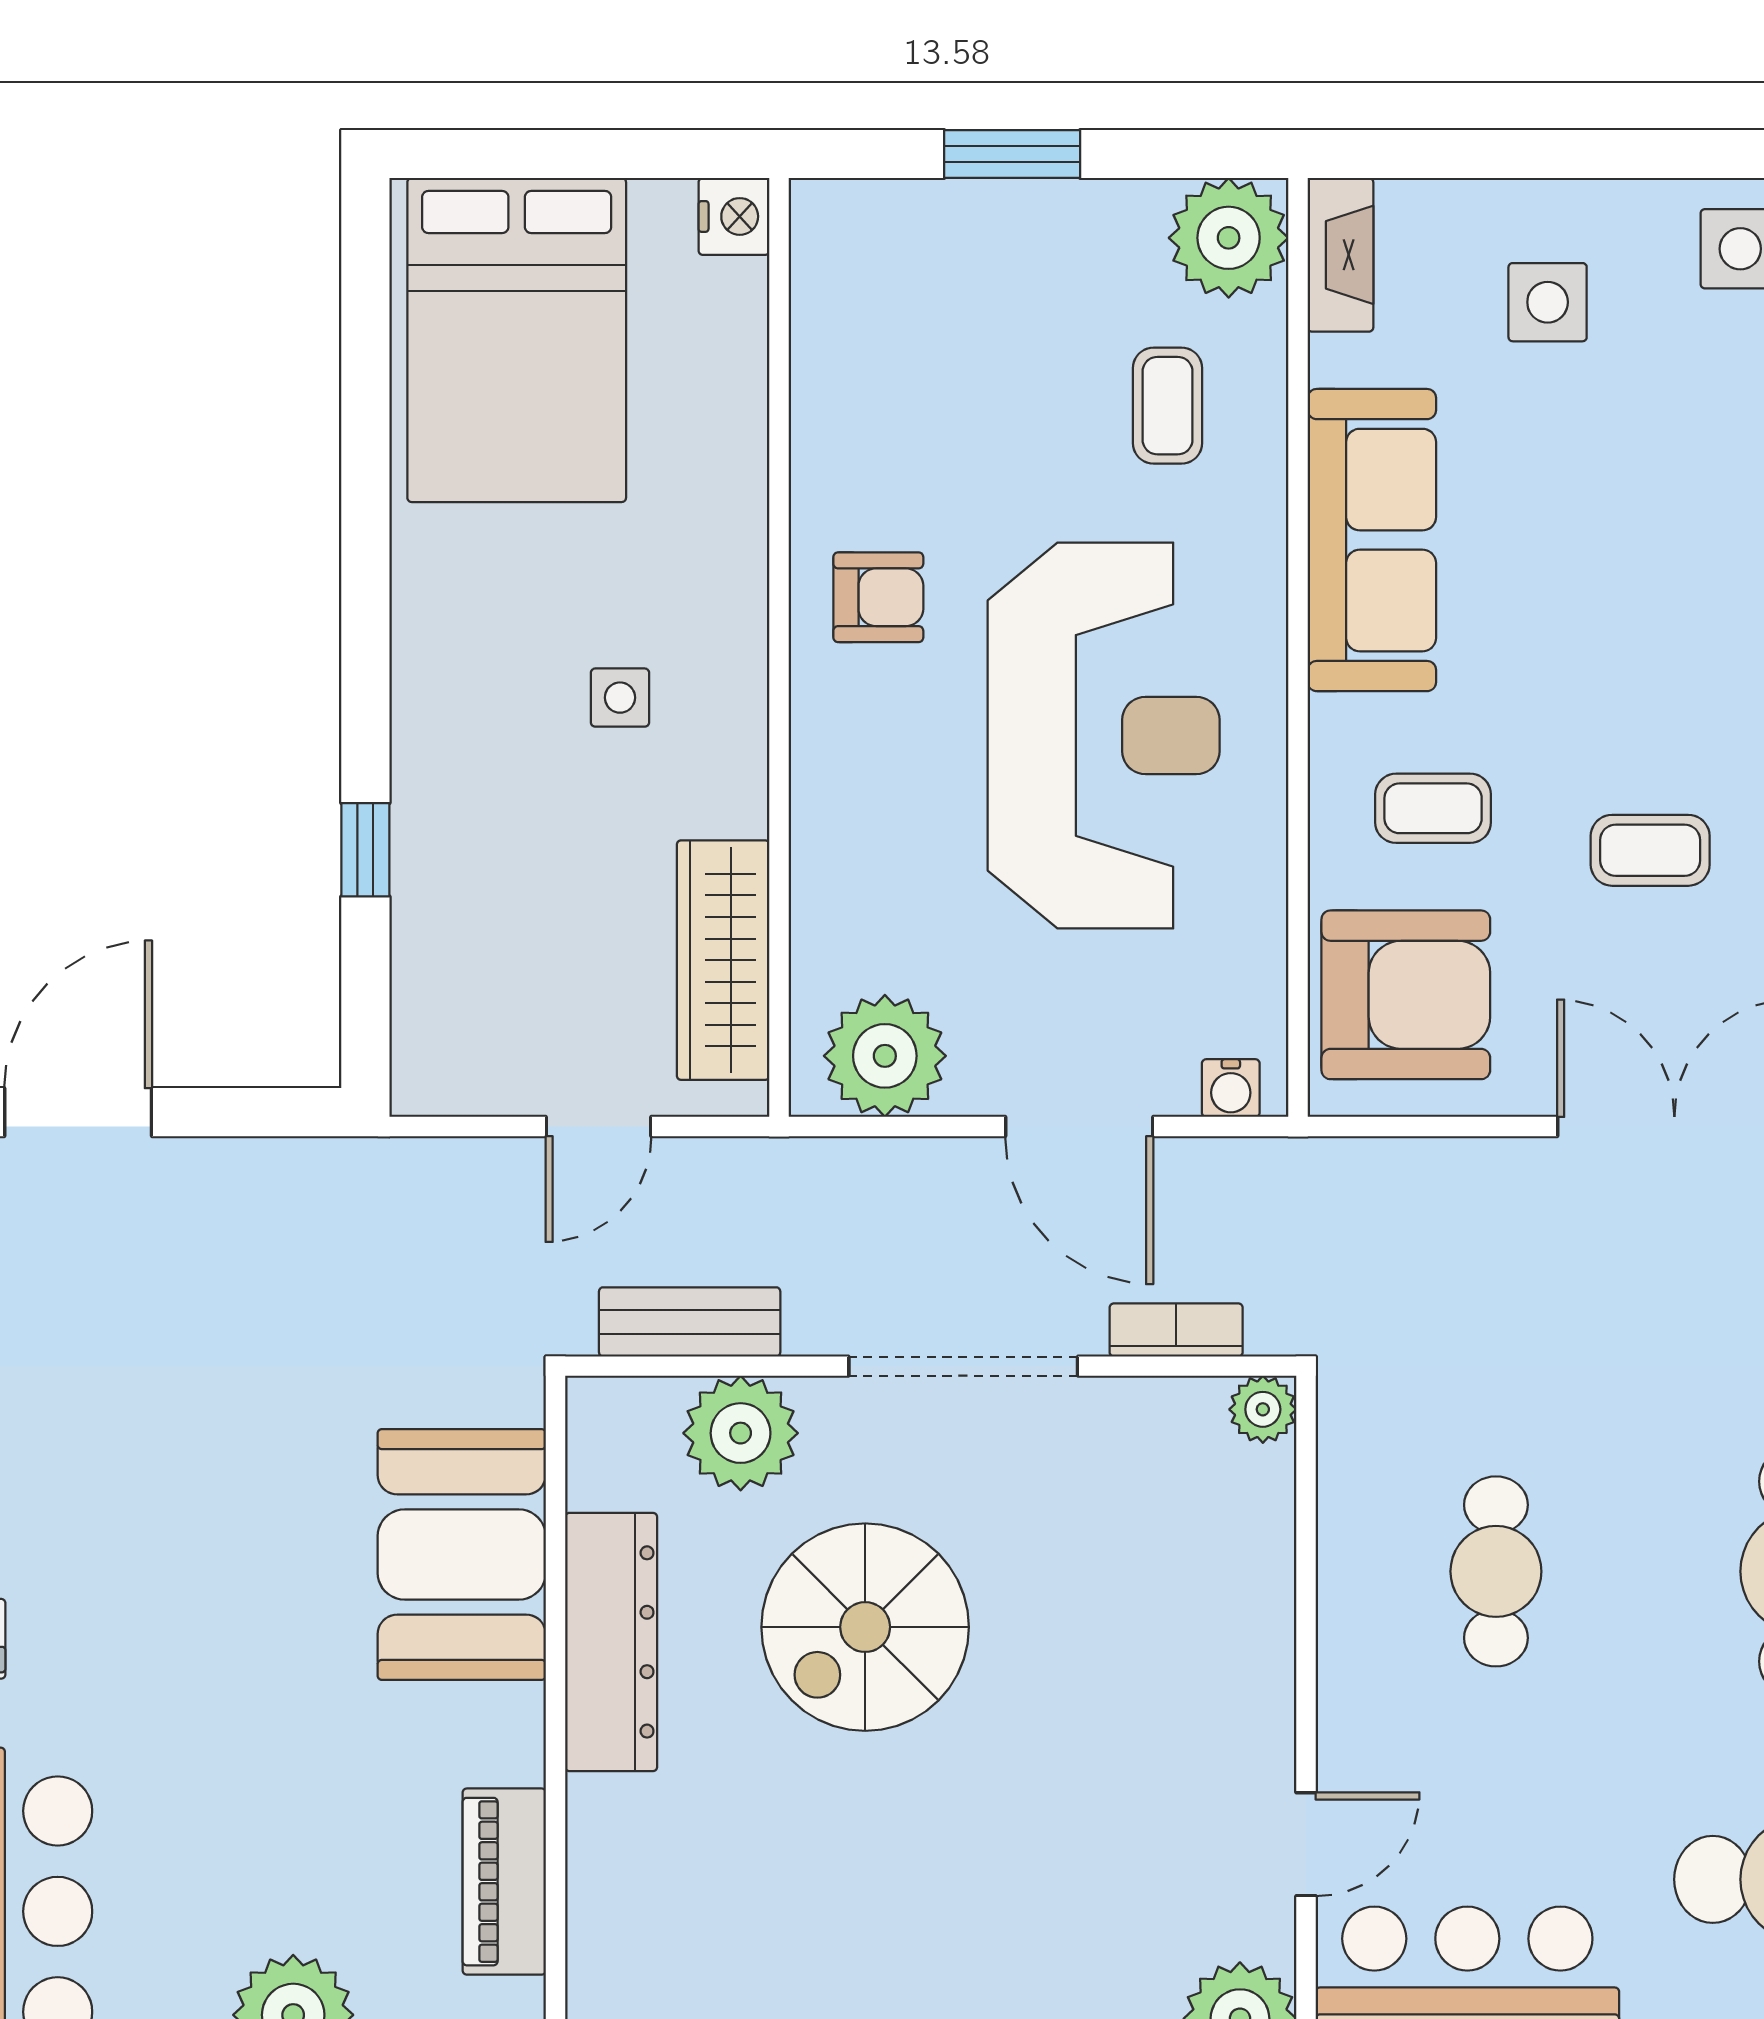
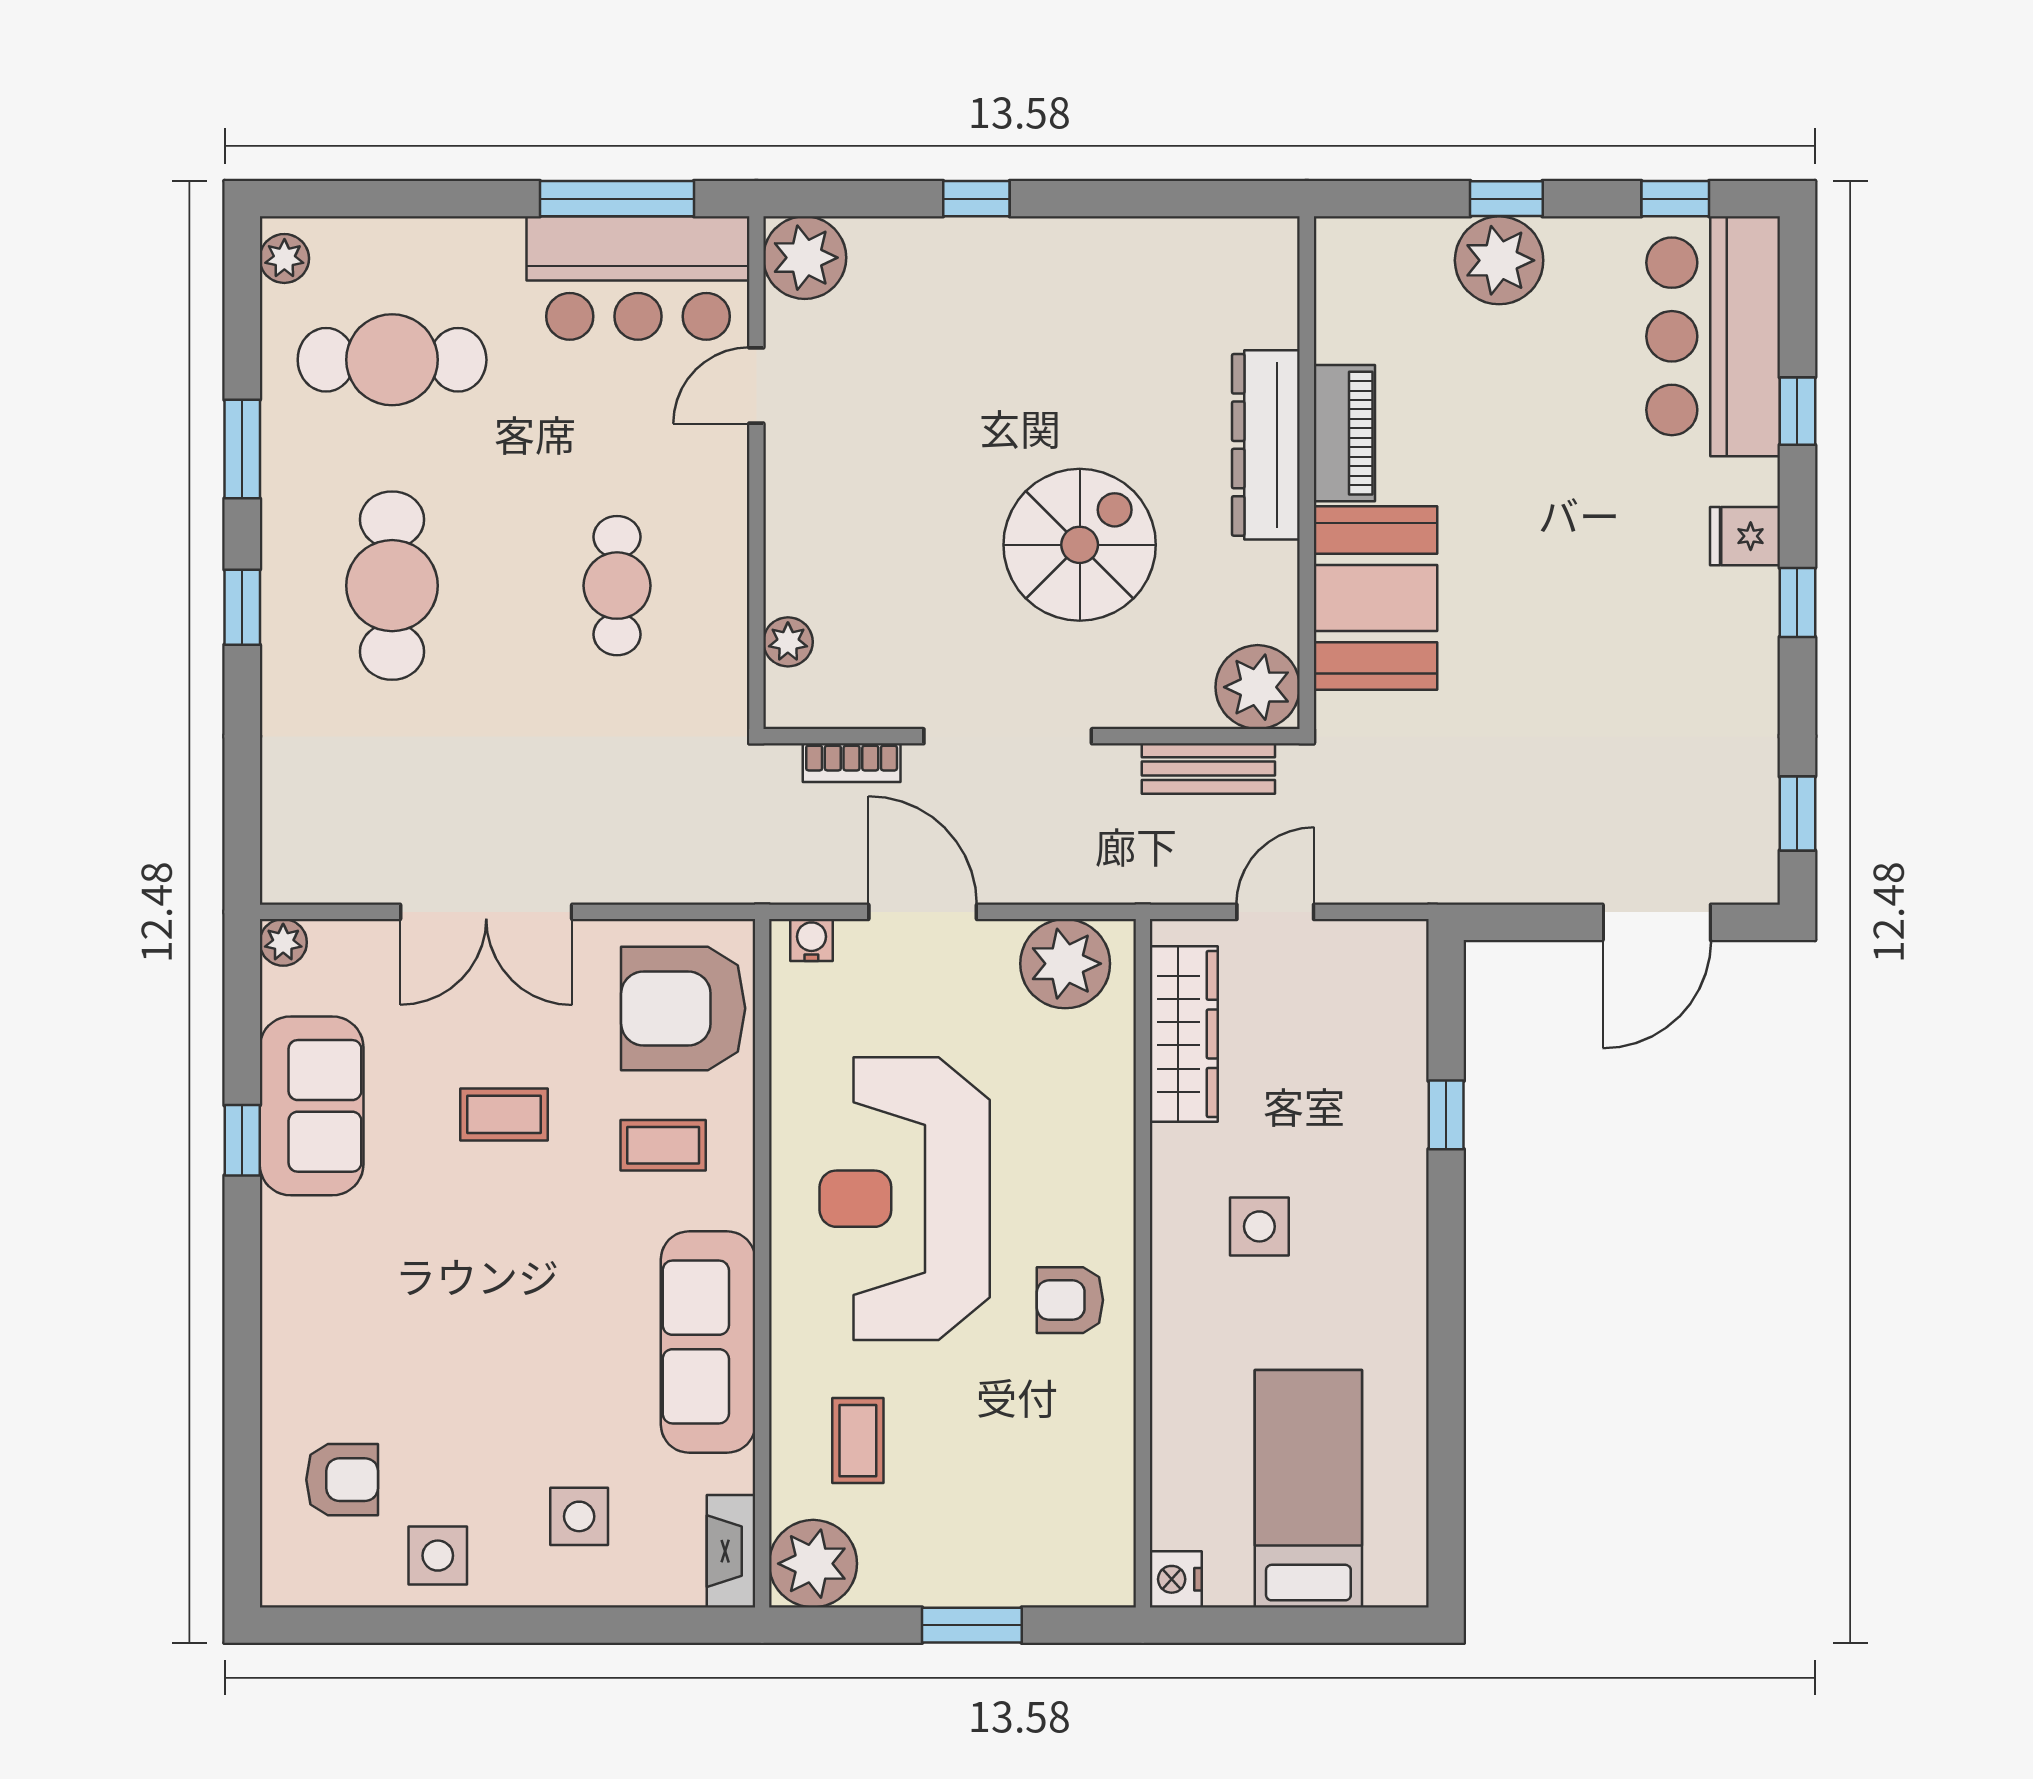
bed: (517, 340) -> (1308, 1489), width x0.67
side table: (620, 698) -> (1259, 1226), width x1.37, depth x1.37
plant: (1263, 1409) -> (788, 642), moved
plant: (741, 1433) -> (1258, 687), moved
dresser: (611, 1642) -> (1266, 445), moved
piano: (504, 1882) -> (1344, 433), moved

